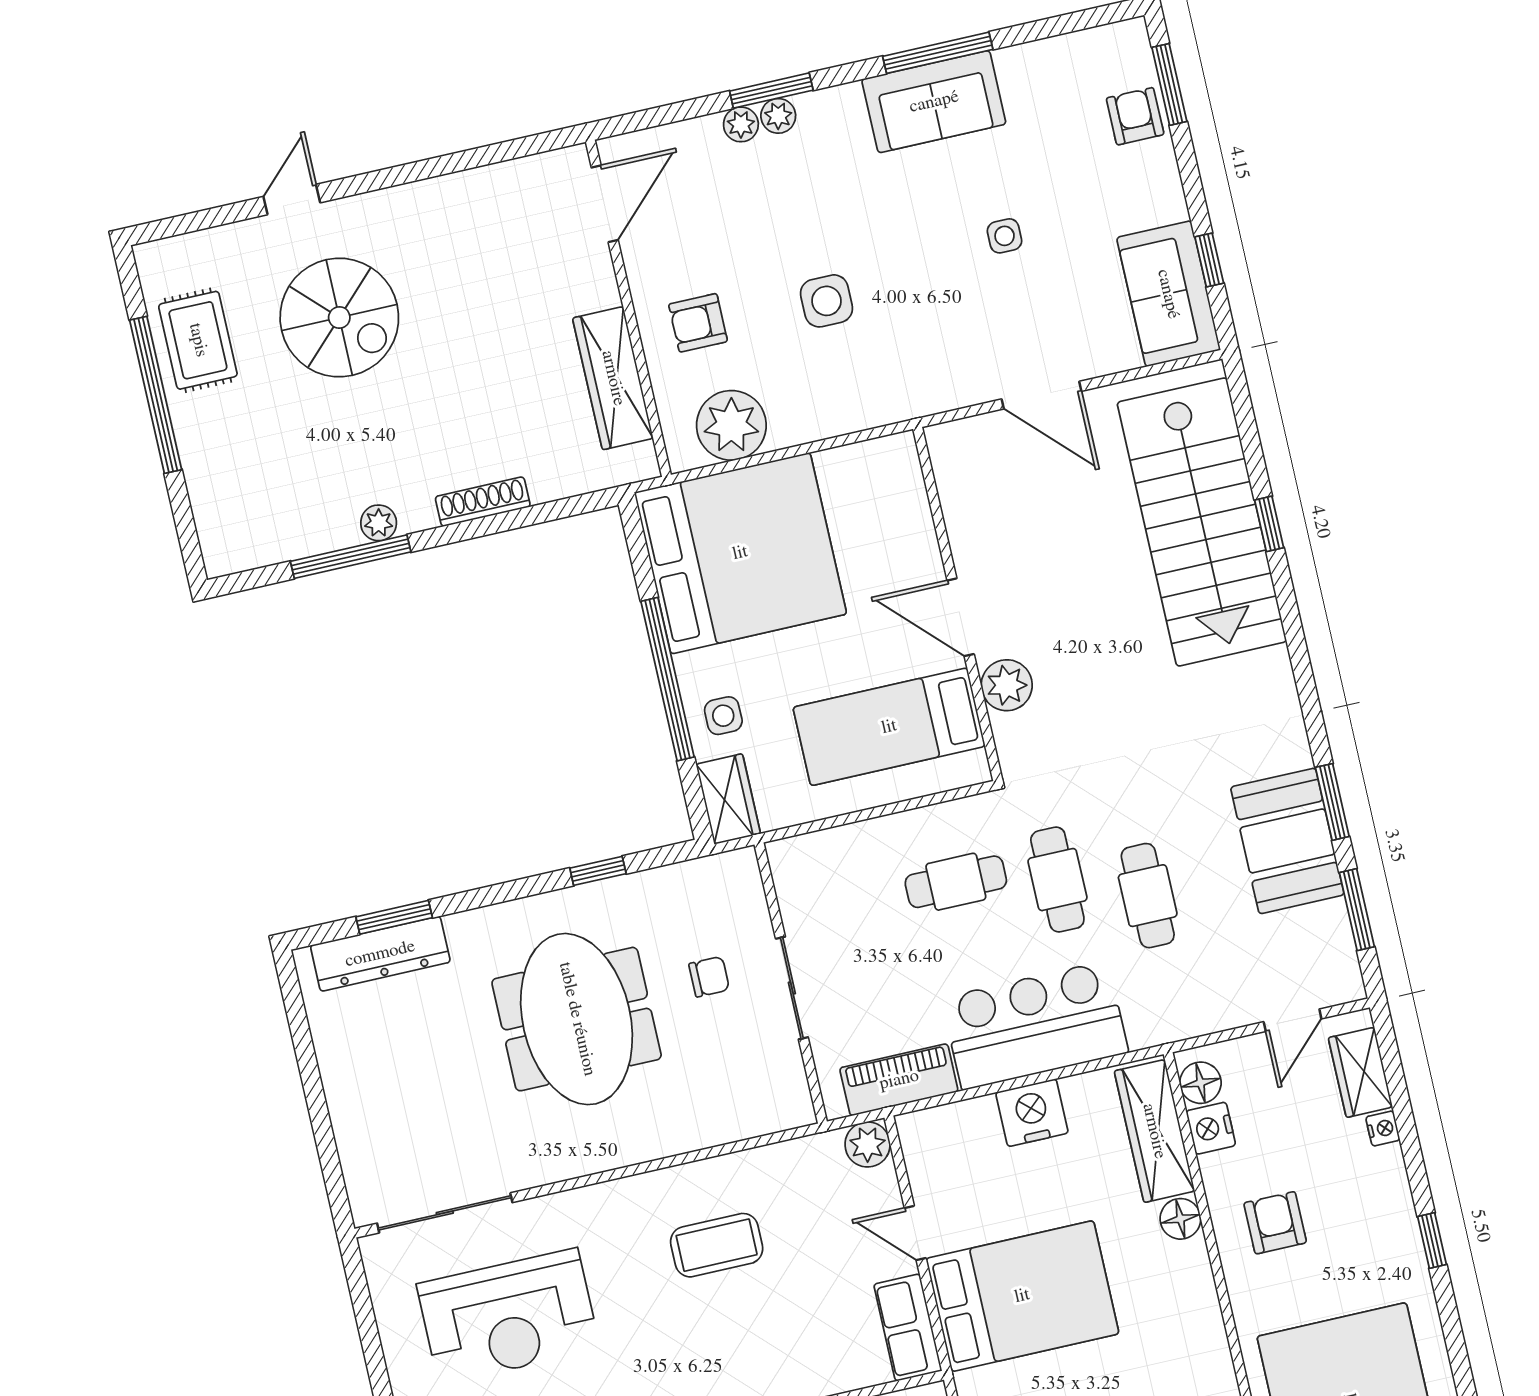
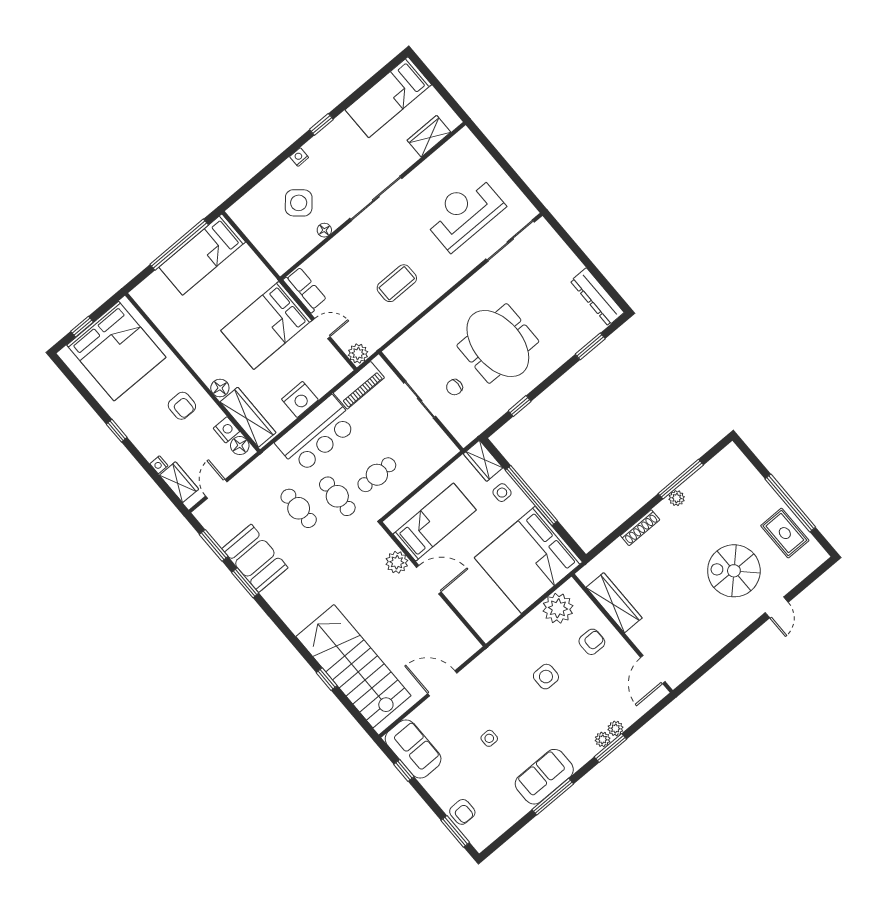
dresser: (380, 954) -> (597, 297), moved, turned -90

